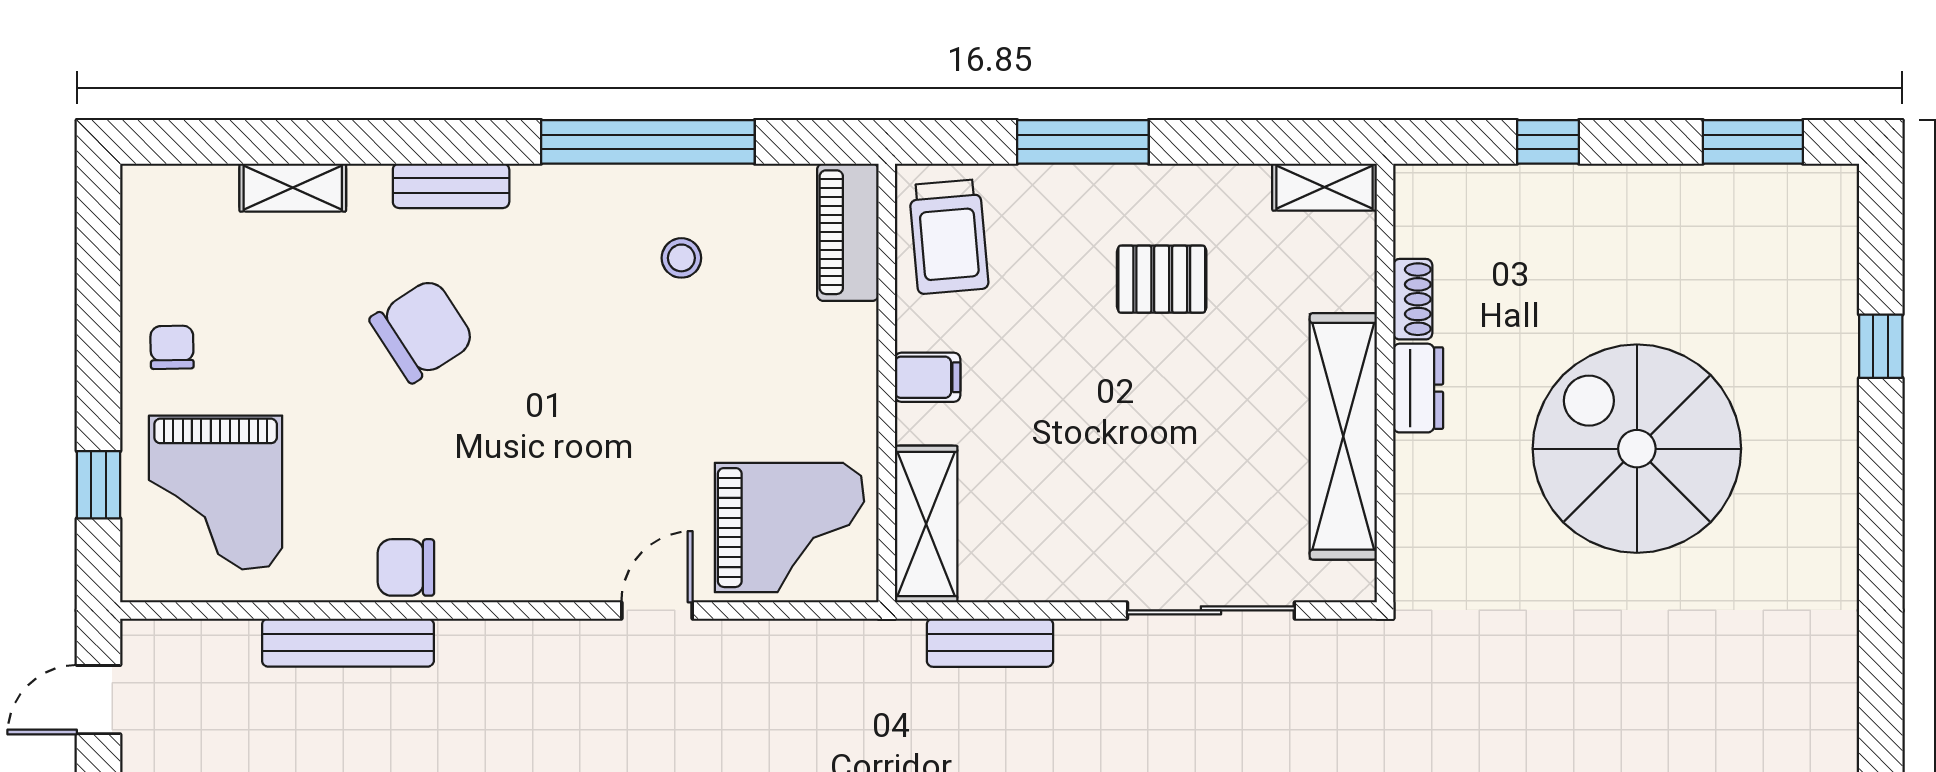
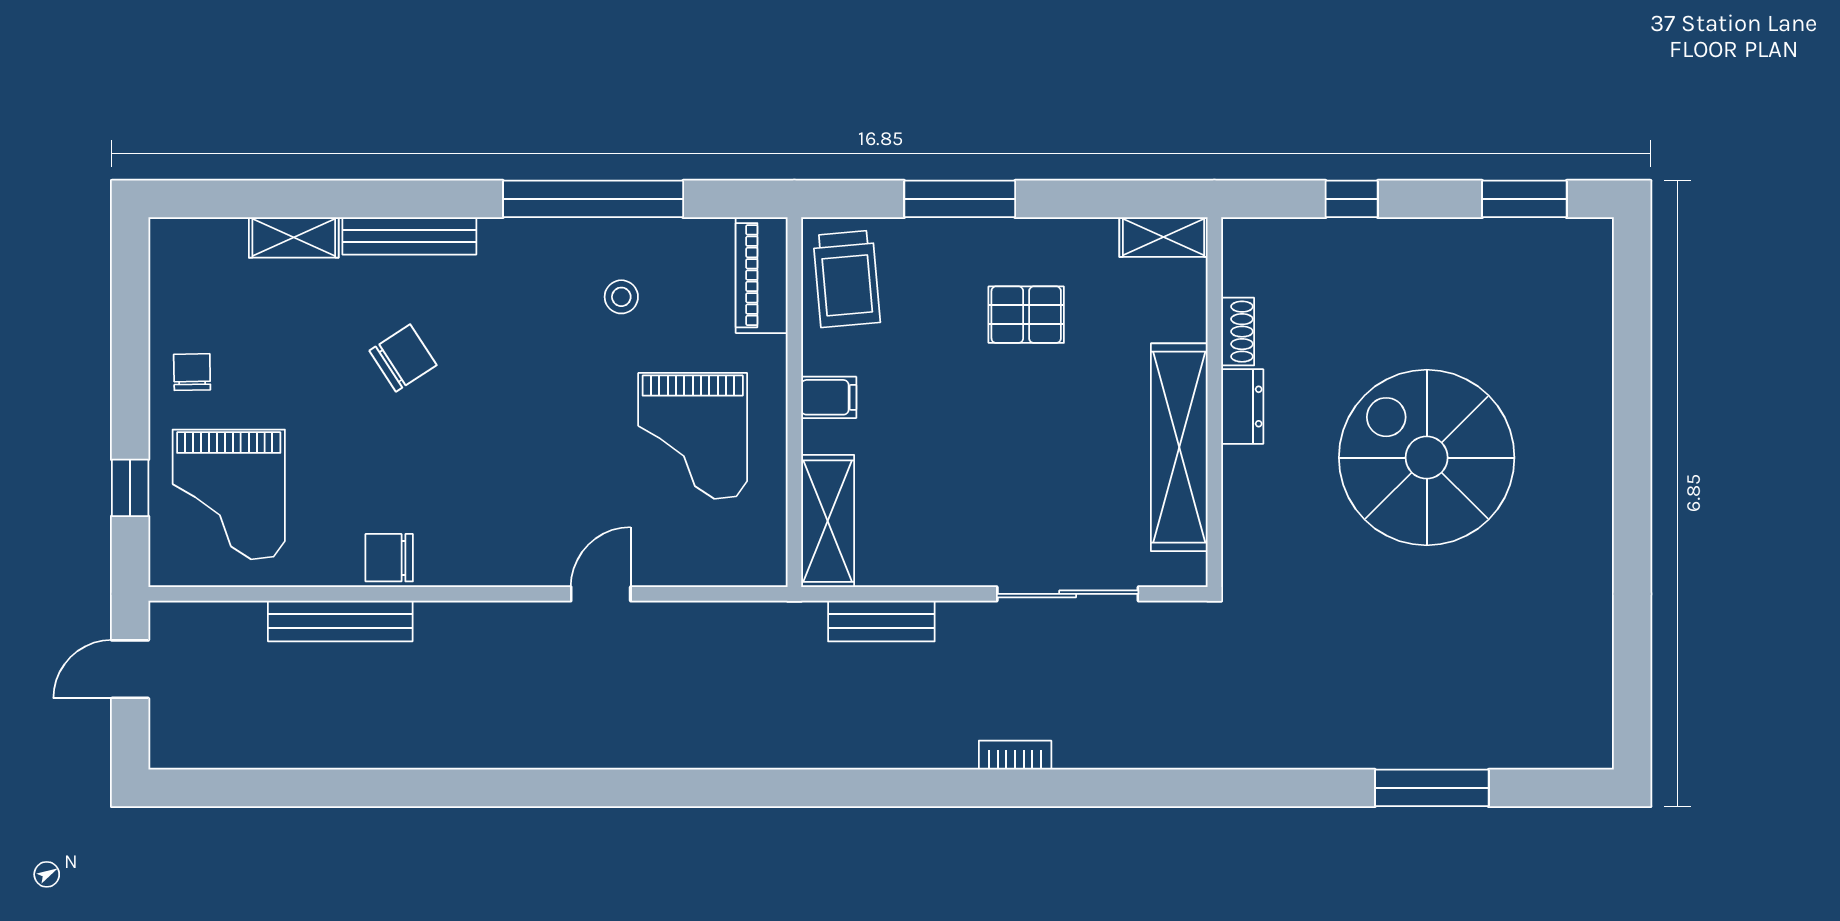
bench: (451, 186) -> (409, 236), width x1.36
chair: (422, 330) -> (403, 358), width x0.73, depth x0.73
window: (1881, 346) -> (1632, 371), removed
grand piano: (789, 528) -> (693, 436), moved, turned 90

